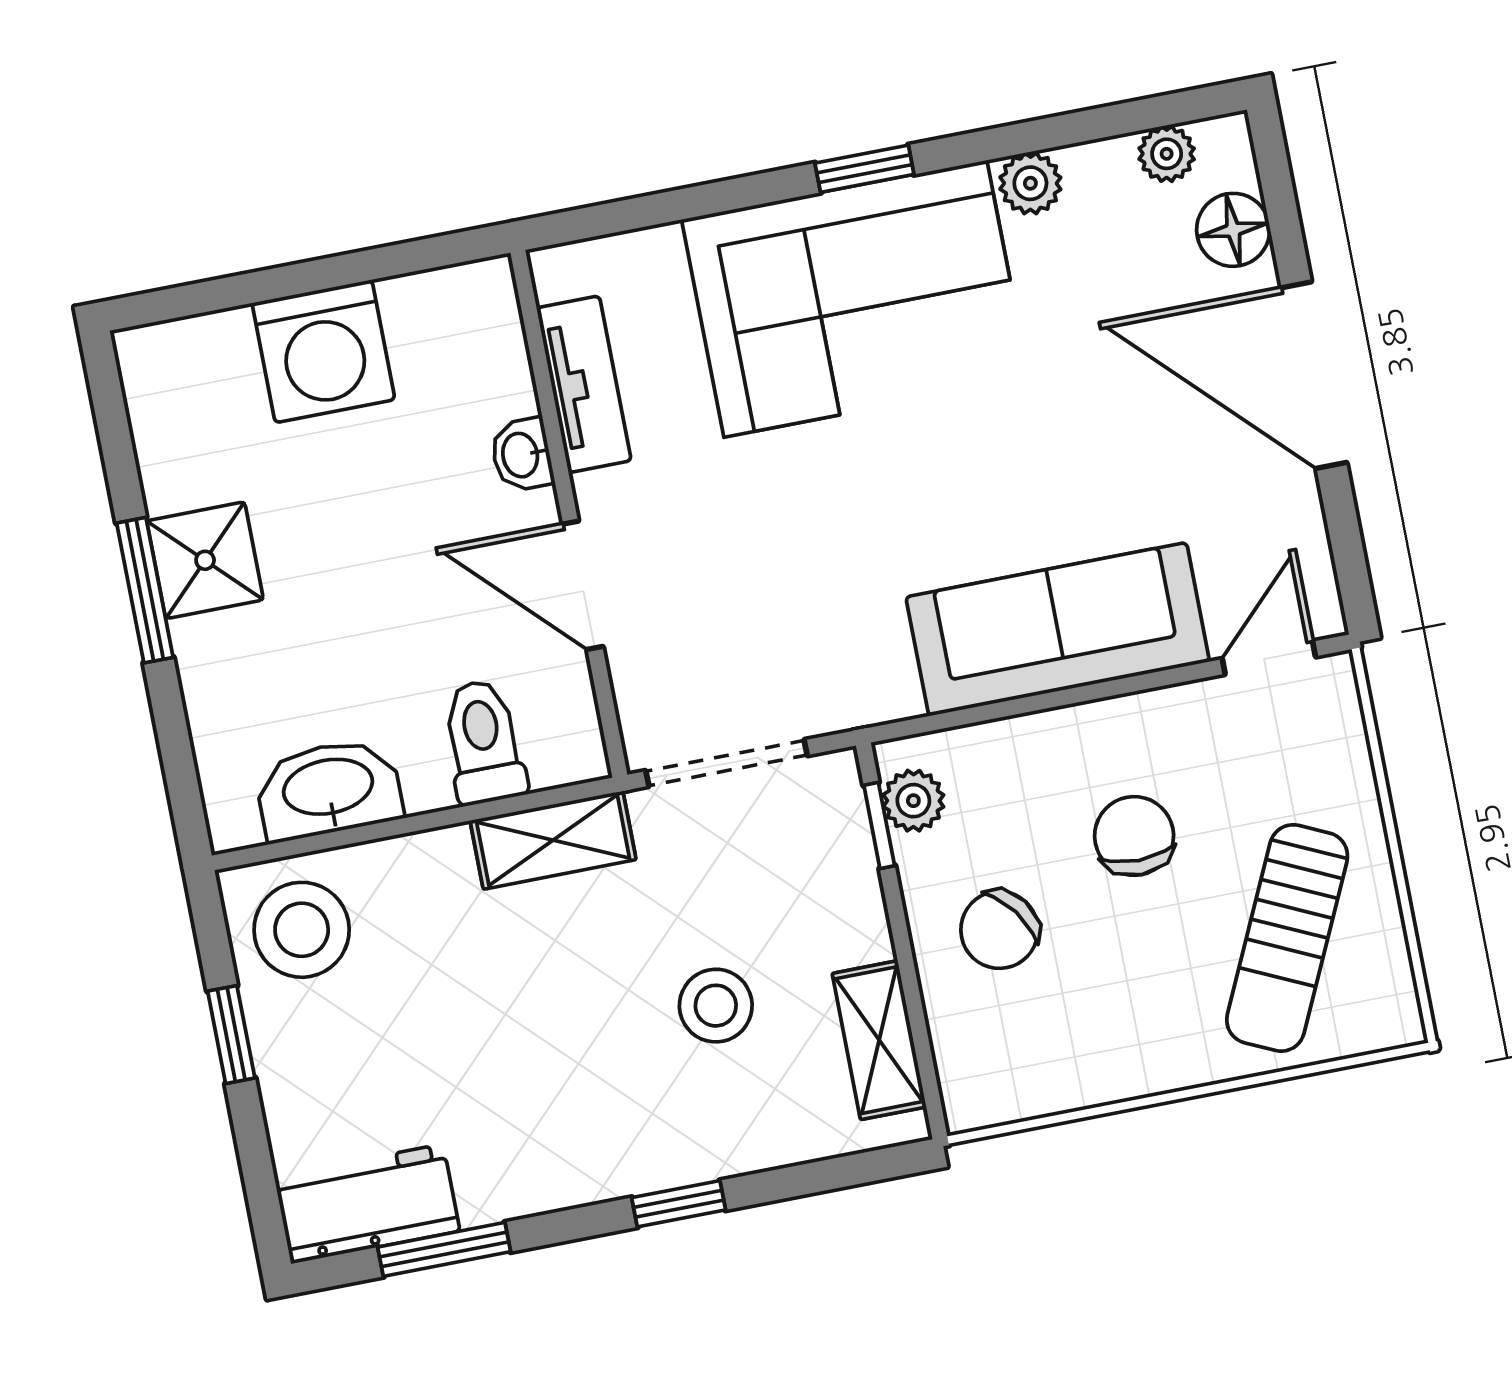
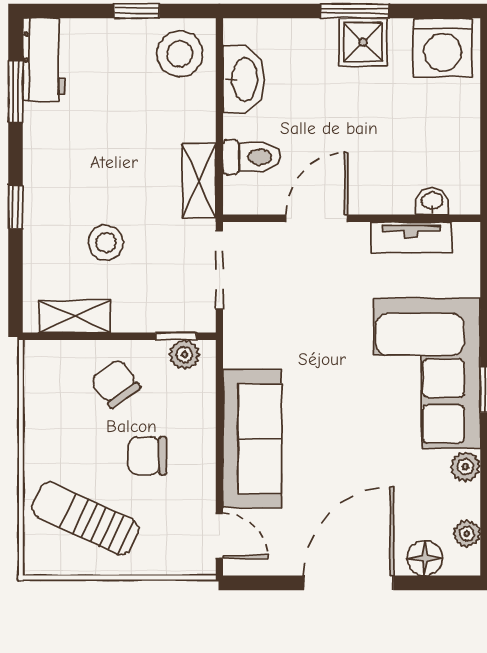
washing machine: (323, 351) -> (443, 47), moved, turned -90
washbasin: (522, 455) -> (432, 201), moved
chair: (1134, 836) -> (147, 456), turned 180

